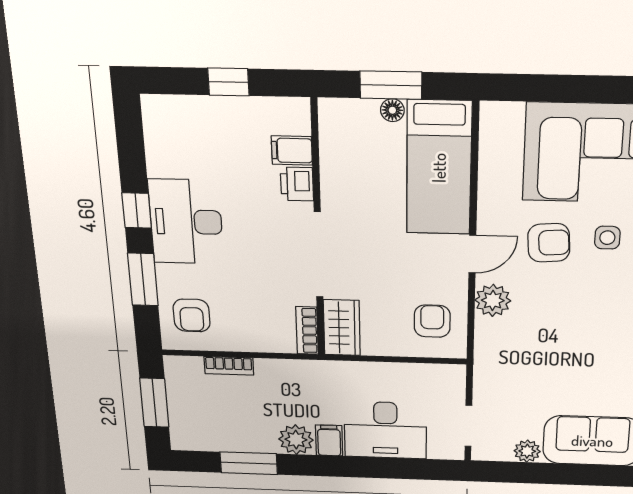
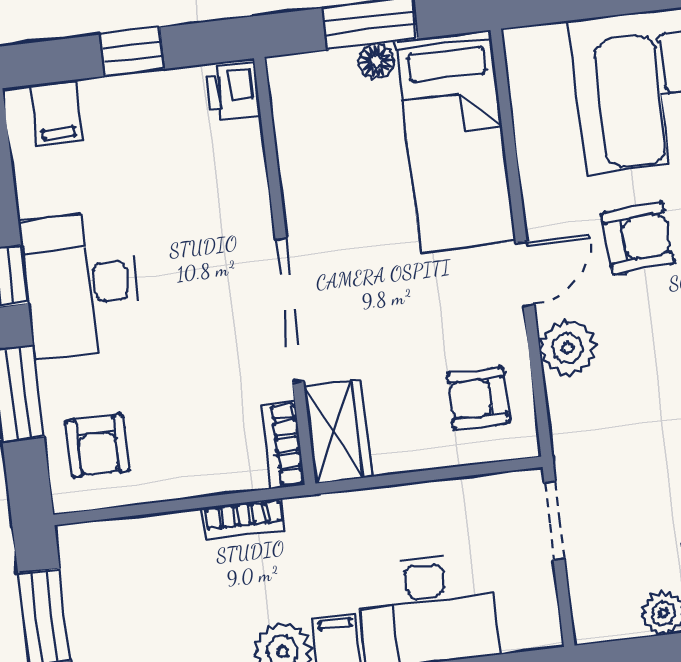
filing cabinet: (292, 150) -> (56, 112), moved, turned -90
printer: (297, 184) -> (233, 91), moved
armchair: (432, 321) -> (478, 398), turned -90
bookcase: (229, 366) -> (244, 519), moved
doorway: (468, 426) -> (554, 521), moved

